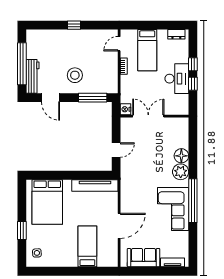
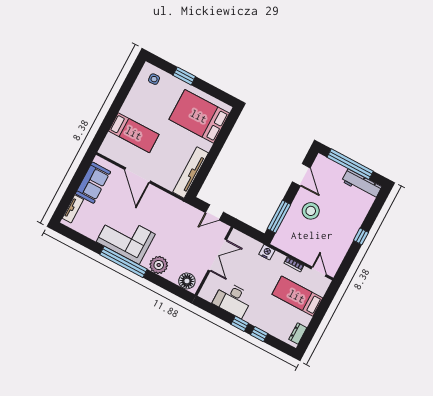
workbench: (33, 76) -> (362, 184), moved
desk: (177, 79) -> (233, 299), moved
door: (51, 98) -> (301, 175), swing flipped
nightstand: (126, 109) -> (267, 252), moved
double door: (148, 116) -> (217, 255), moved
wall: (155, 116) -> (214, 261), moved
door: (116, 150) -> (214, 212), hinge flipped
floor lamp: (181, 156) -> (187, 281), moved

